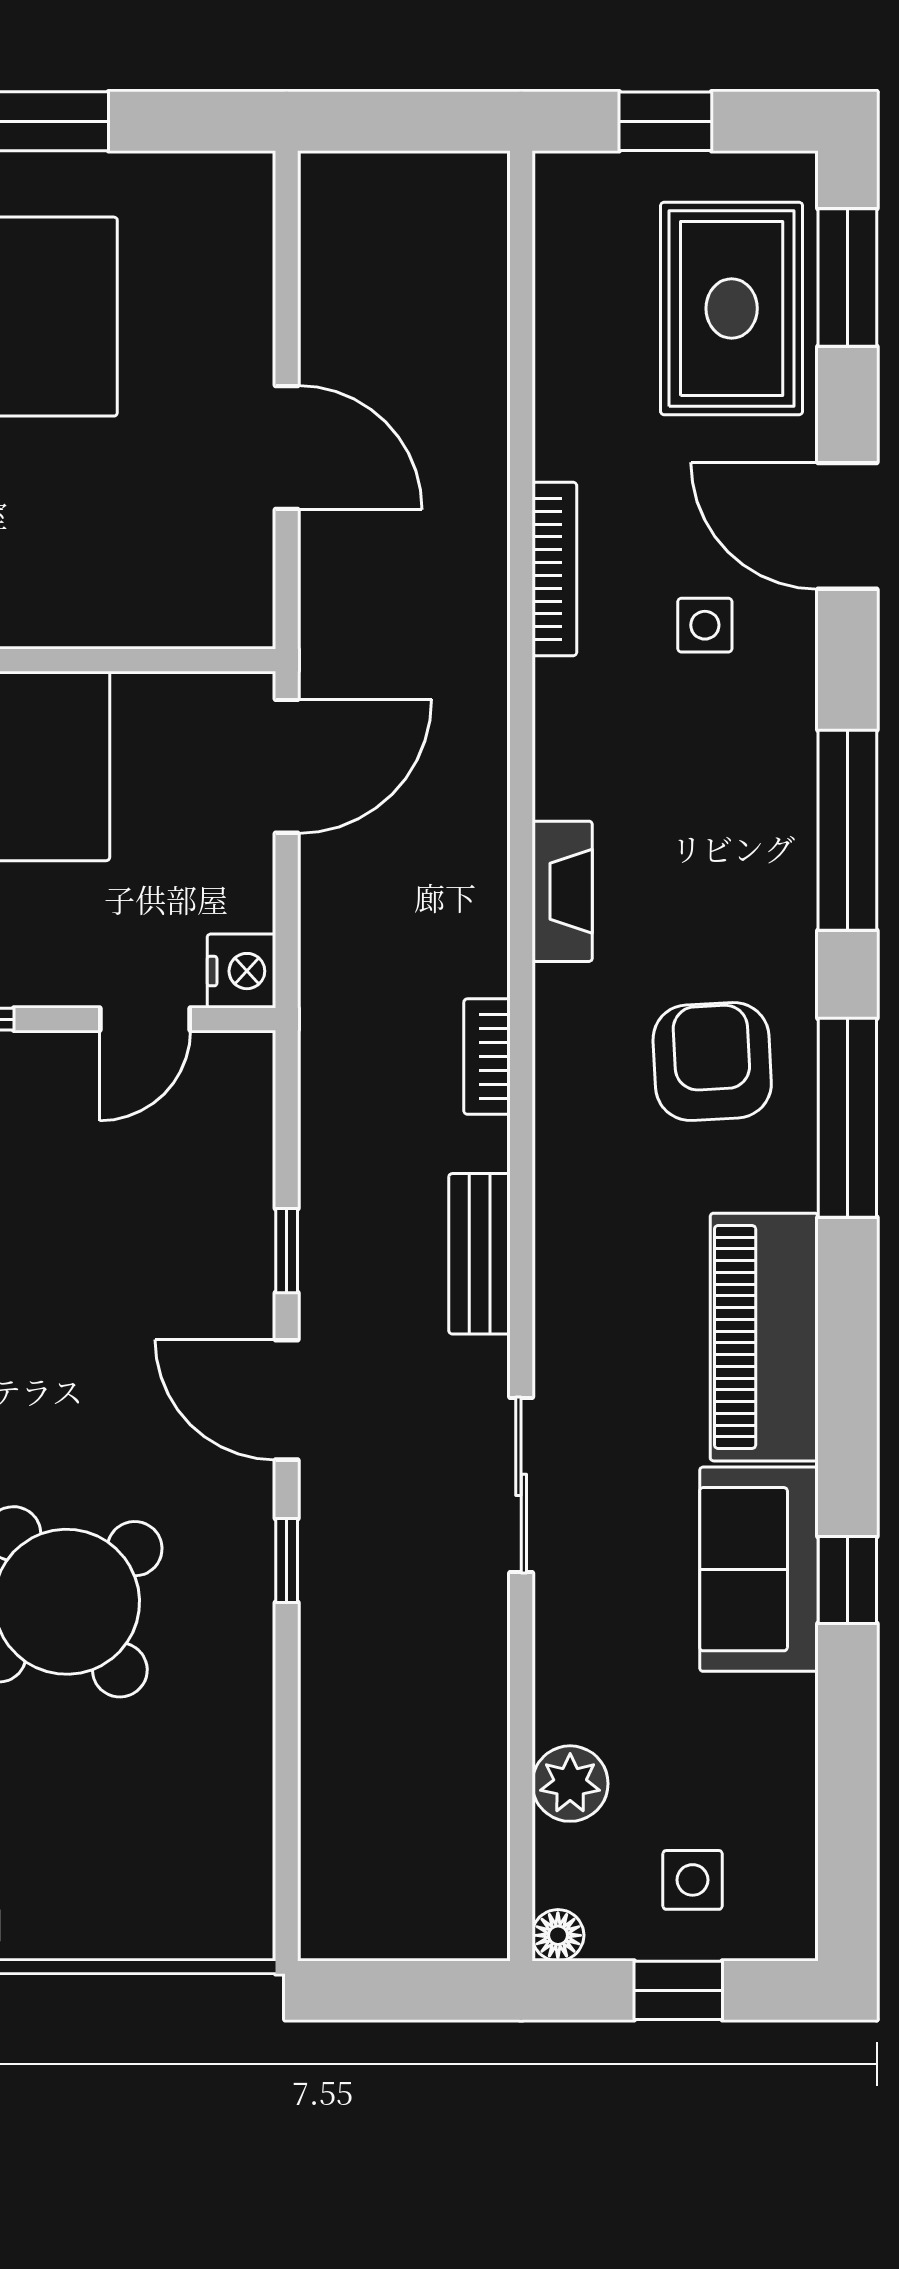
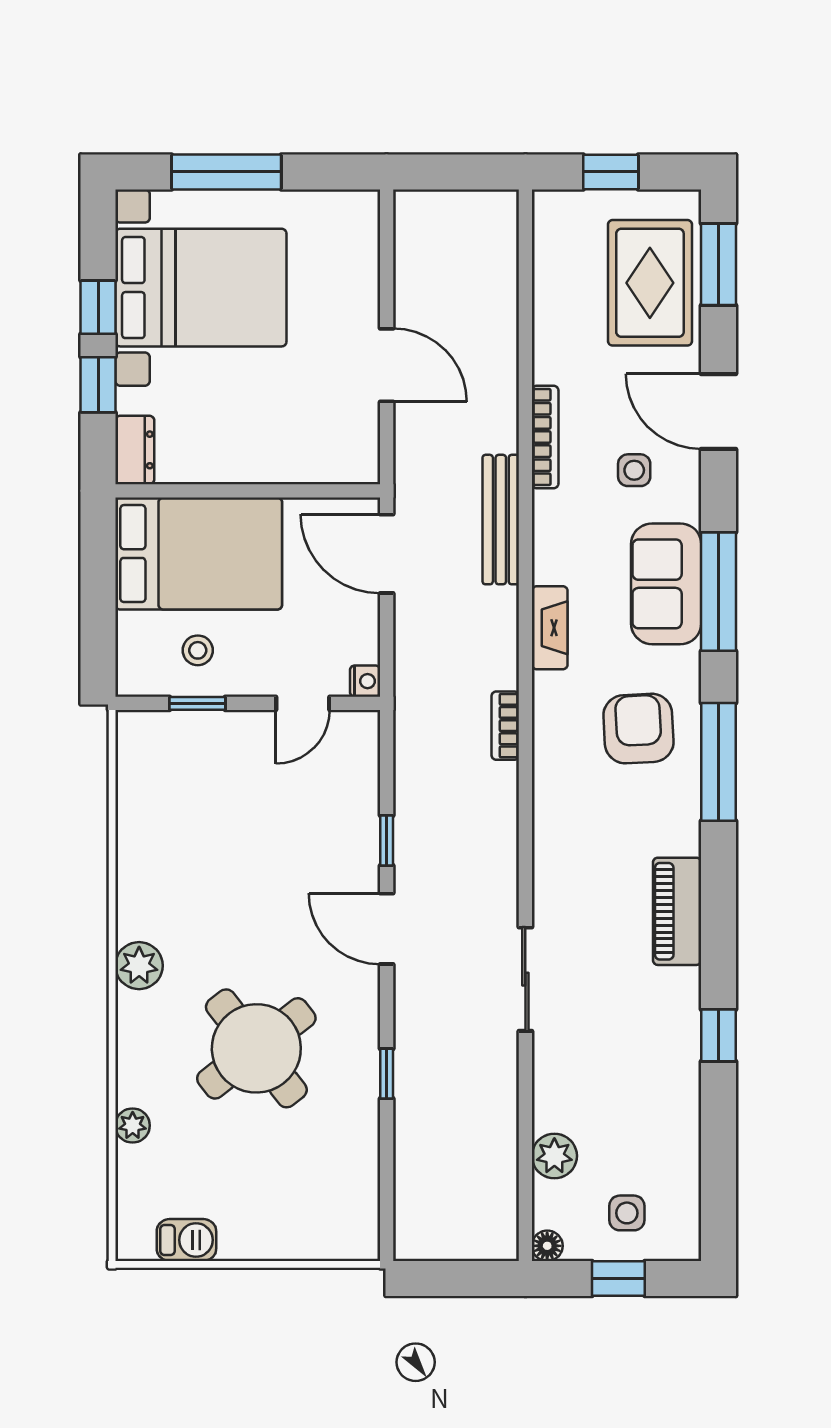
door: (287, 766) -> (387, 554), swing flipped
nightstand: (241, 971) -> (365, 681), width x0.72, depth x0.74
bench: (480, 1254) -> (501, 520), moved, width x1.36
piano: (764, 1337) -> (677, 911), width x0.73, depth x0.75
window: (287, 1560) -> (387, 1074), moved
sofa: (759, 1569) -> (666, 584), moved

